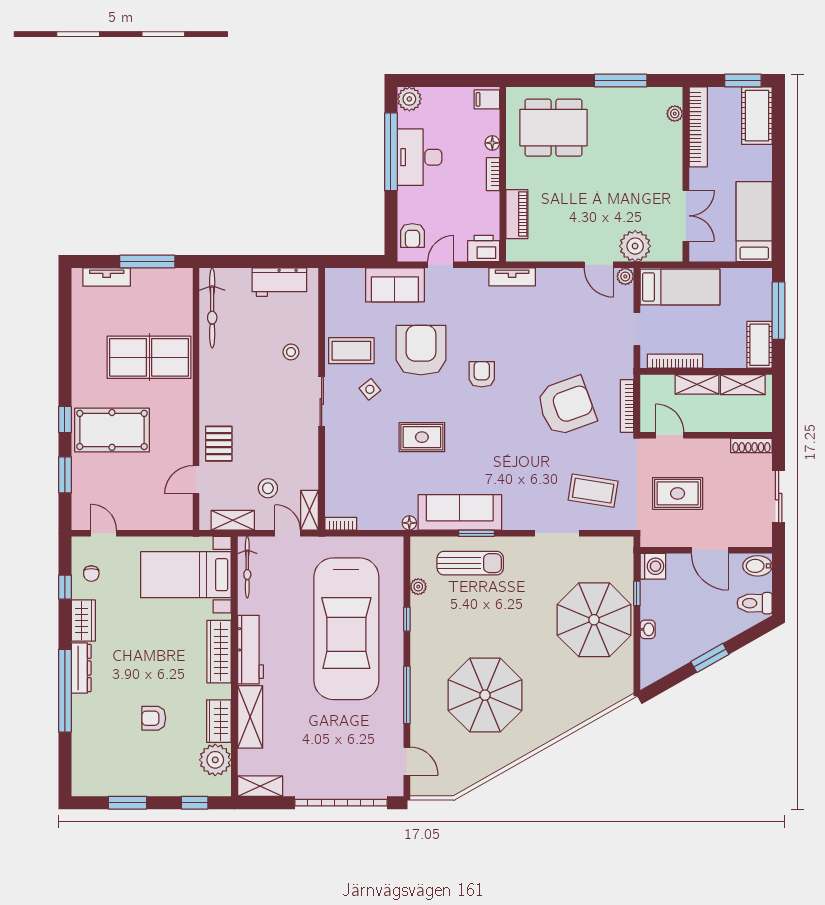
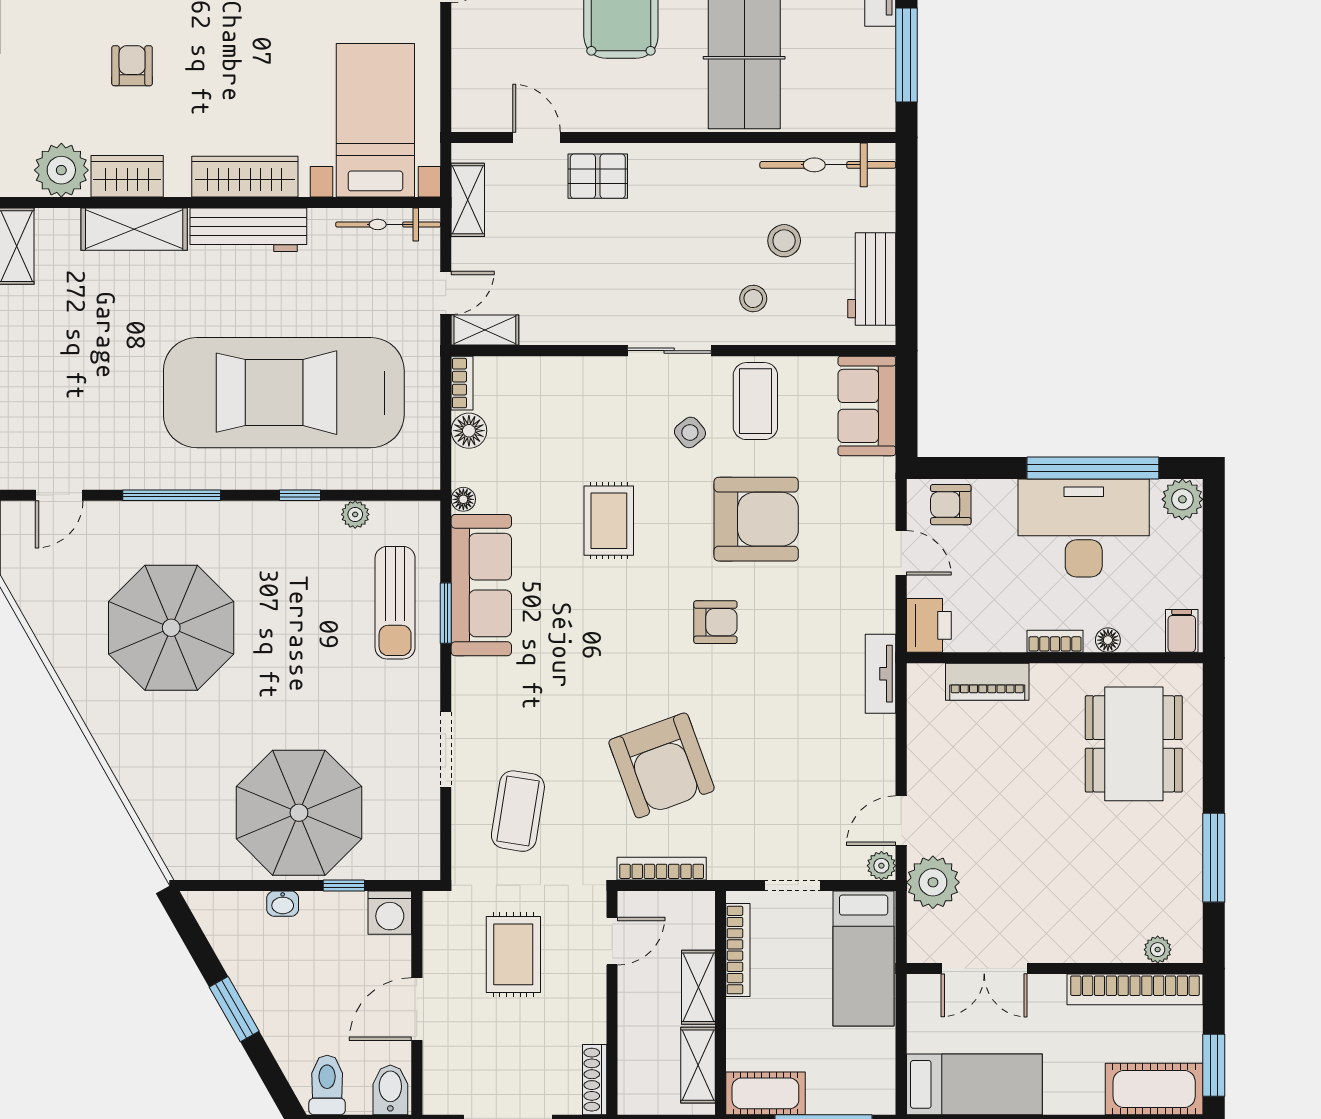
desk: (420, 157) -> (1084, 528), width x1.36, depth x1.30
sofa: (395, 285) -> (867, 406), moved
stool: (268, 488) -> (784, 241), moved
floor lamp: (369, 520) -> (469, 431), added

